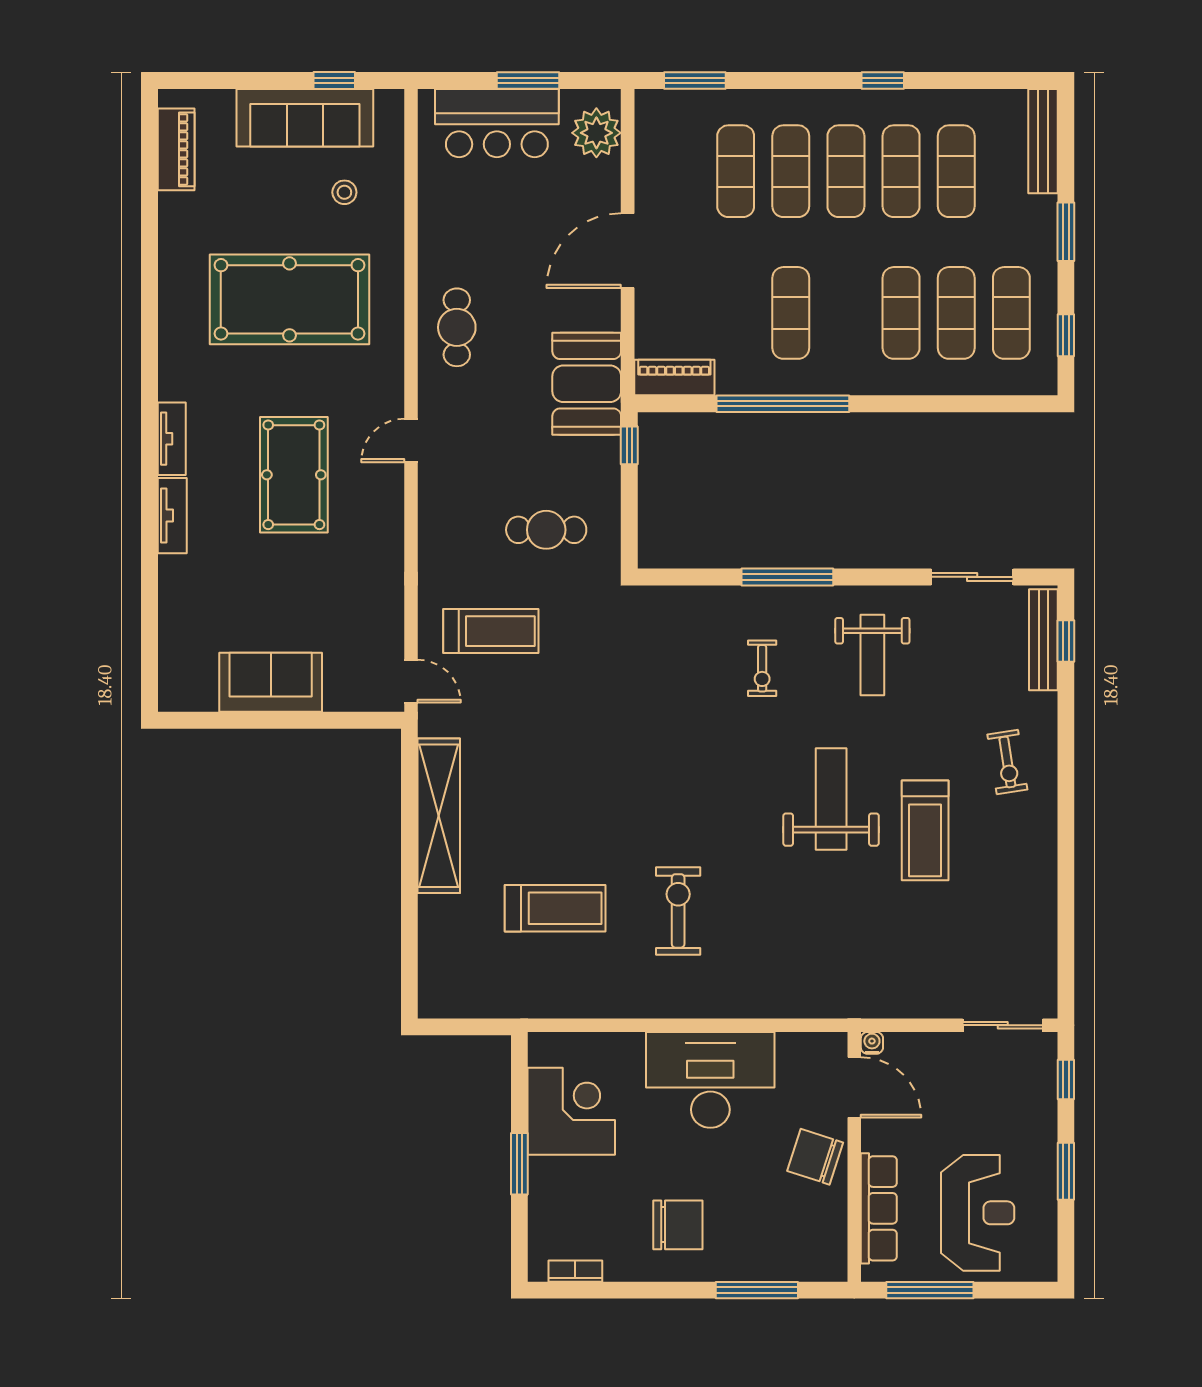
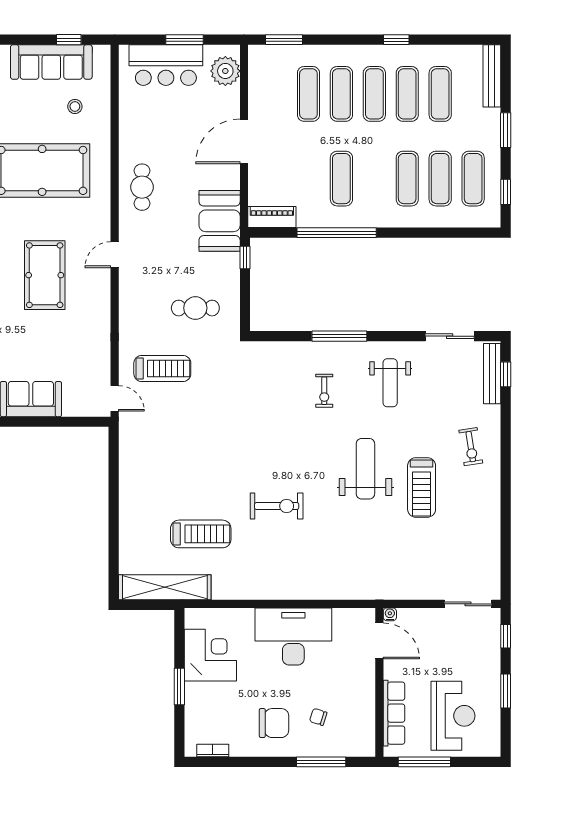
shelving: (439, 816) -> (165, 587), moved, turned 90
exercise bike: (678, 911) -> (277, 506), moved, turned 90
chair: (815, 1157) -> (318, 717), moved, width x0.54, depth x0.54

